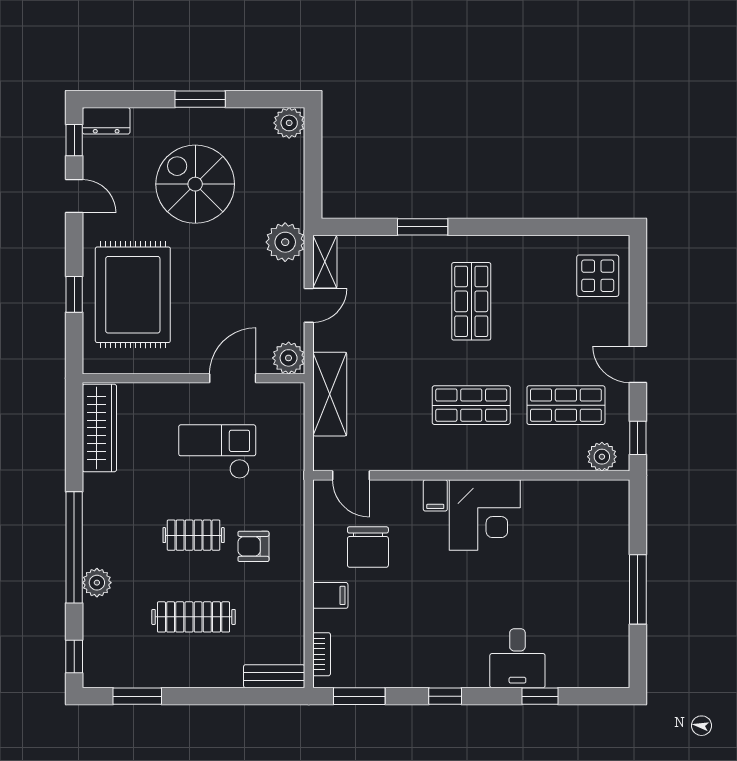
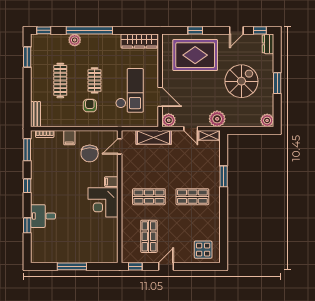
shop shelf: (471, 405) -> (149, 197), turned 90
checkout: (217, 452) -> (130, 90), width x1.36, depth x1.21
plant: (602, 457) -> (127, 251), removed
chair: (368, 547) -> (90, 153), turned -90

